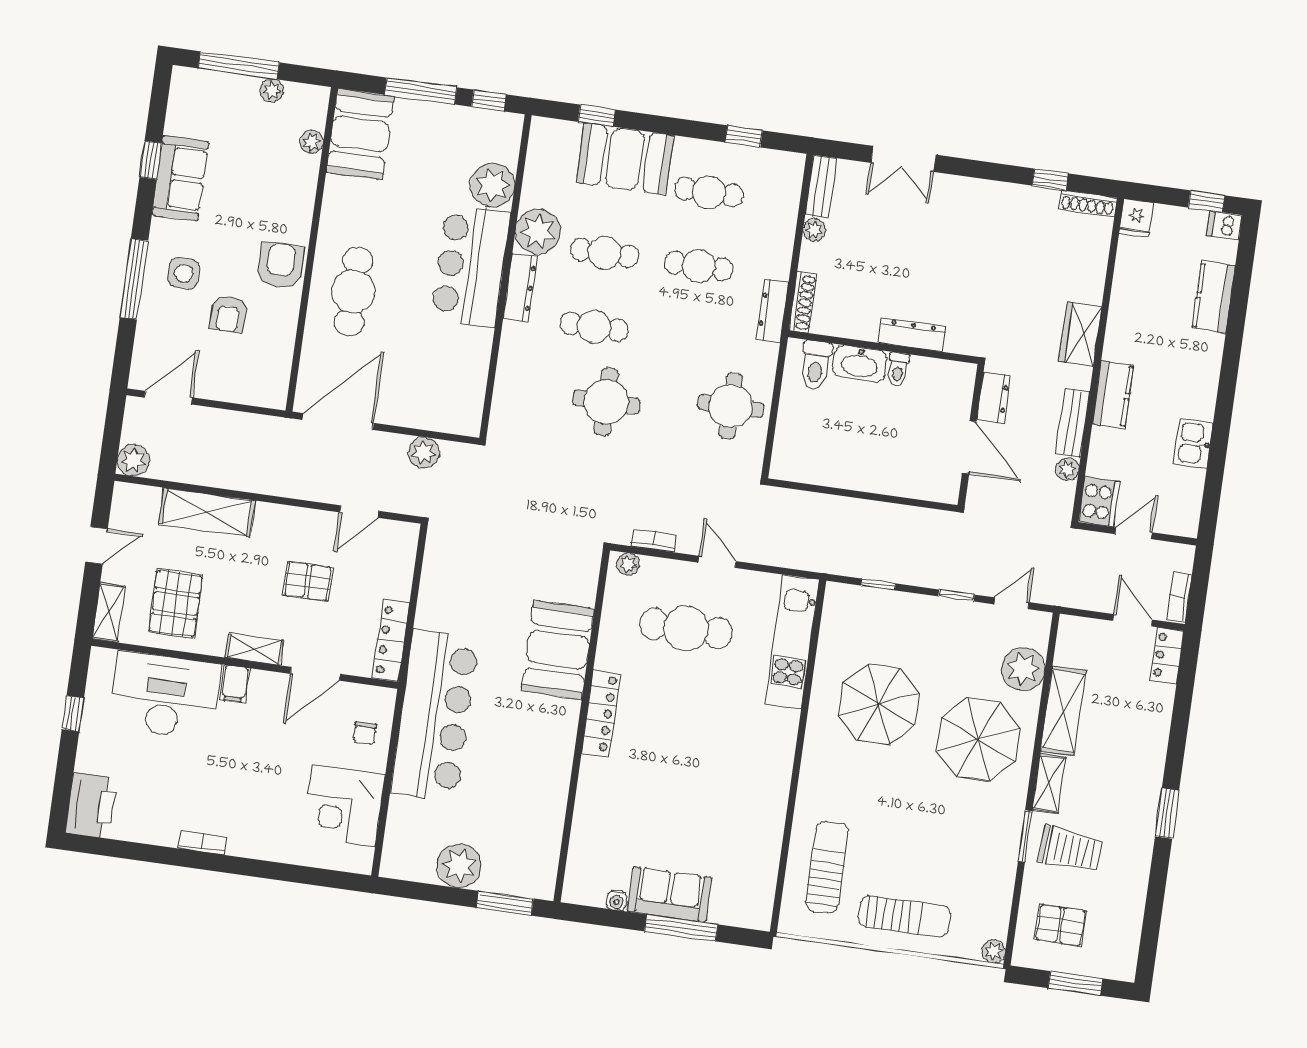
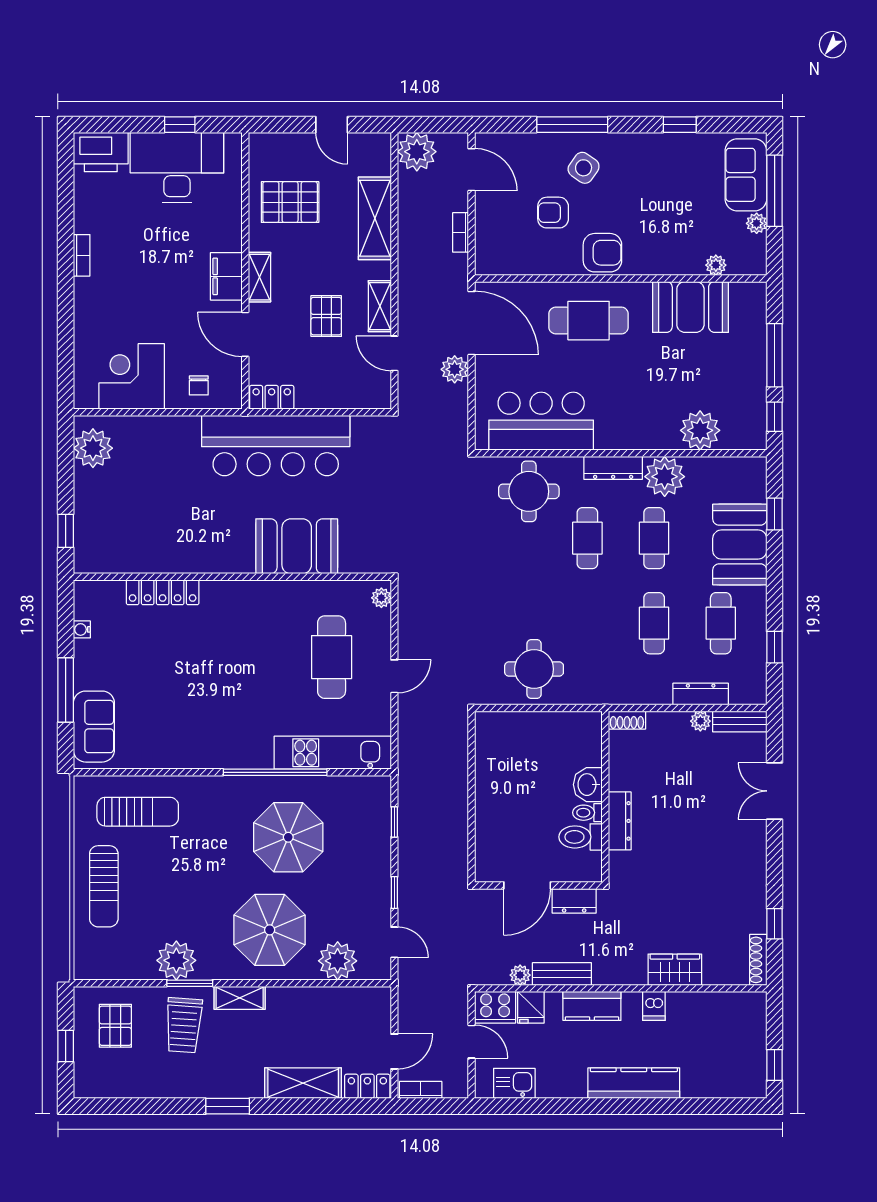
booth: (360, 134) -> (690, 307), moved
sofa: (180, 178) -> (746, 175), moved, turned 90
fridge: (1136, 218) -> (531, 1007), moved, turned -90
dishwasher: (1225, 225) -> (654, 1006), moved, turned 180
bar counter: (471, 266) -> (541, 421), moved
side table: (184, 273) -> (584, 168), turned 35
kitchen counter: (1214, 297) -> (634, 1083), moved, width x1.50
shoe rack: (803, 302) -> (627, 720), width x0.70
dresser: (772, 311) -> (701, 694), moved
wardrobe: (1080, 334) -> (675, 970), moved
washbasin: (860, 363) -> (588, 785), width x0.72
toilet: (816, 366) -> (581, 837), moved
round table: (606, 402) -> (529, 491), moved
kitchen sink: (1193, 443) -> (514, 1083), moved
plant: (424, 453) -> (455, 369), moved
plant: (133, 460) -> (417, 152), width x1.36, depth x1.36
bookcase: (654, 541) -> (461, 232), moved, turned 180
shelving: (109, 612) -> (380, 306), moved, turned 90
locker: (391, 641) -> (272, 397), width x0.66
filing cabinet: (235, 684) -> (226, 276), width x2.00
desk: (165, 696) -> (177, 167), moved, turned -90
window: (805, 709) -> (275, 772), added
shelving: (1063, 711) -> (303, 1083), moved
locker: (601, 713) -> (163, 592), moved
bar counter: (435, 716) -> (276, 445), moved
chair: (365, 733) -> (199, 385), turned -90
plant: (459, 866) -> (93, 448), moved
sofa: (670, 894) -> (94, 727), moved
window: (505, 903) -> (66, 531), width x0.67
plant: (994, 951) -> (176, 960), moved, width x1.87, depth x1.87
window: (1075, 983) -> (66, 1046), width x0.67

